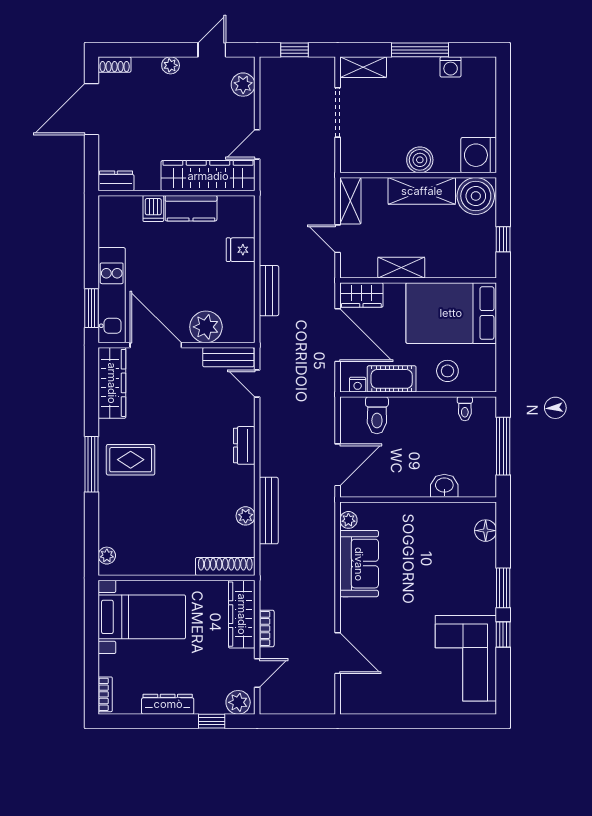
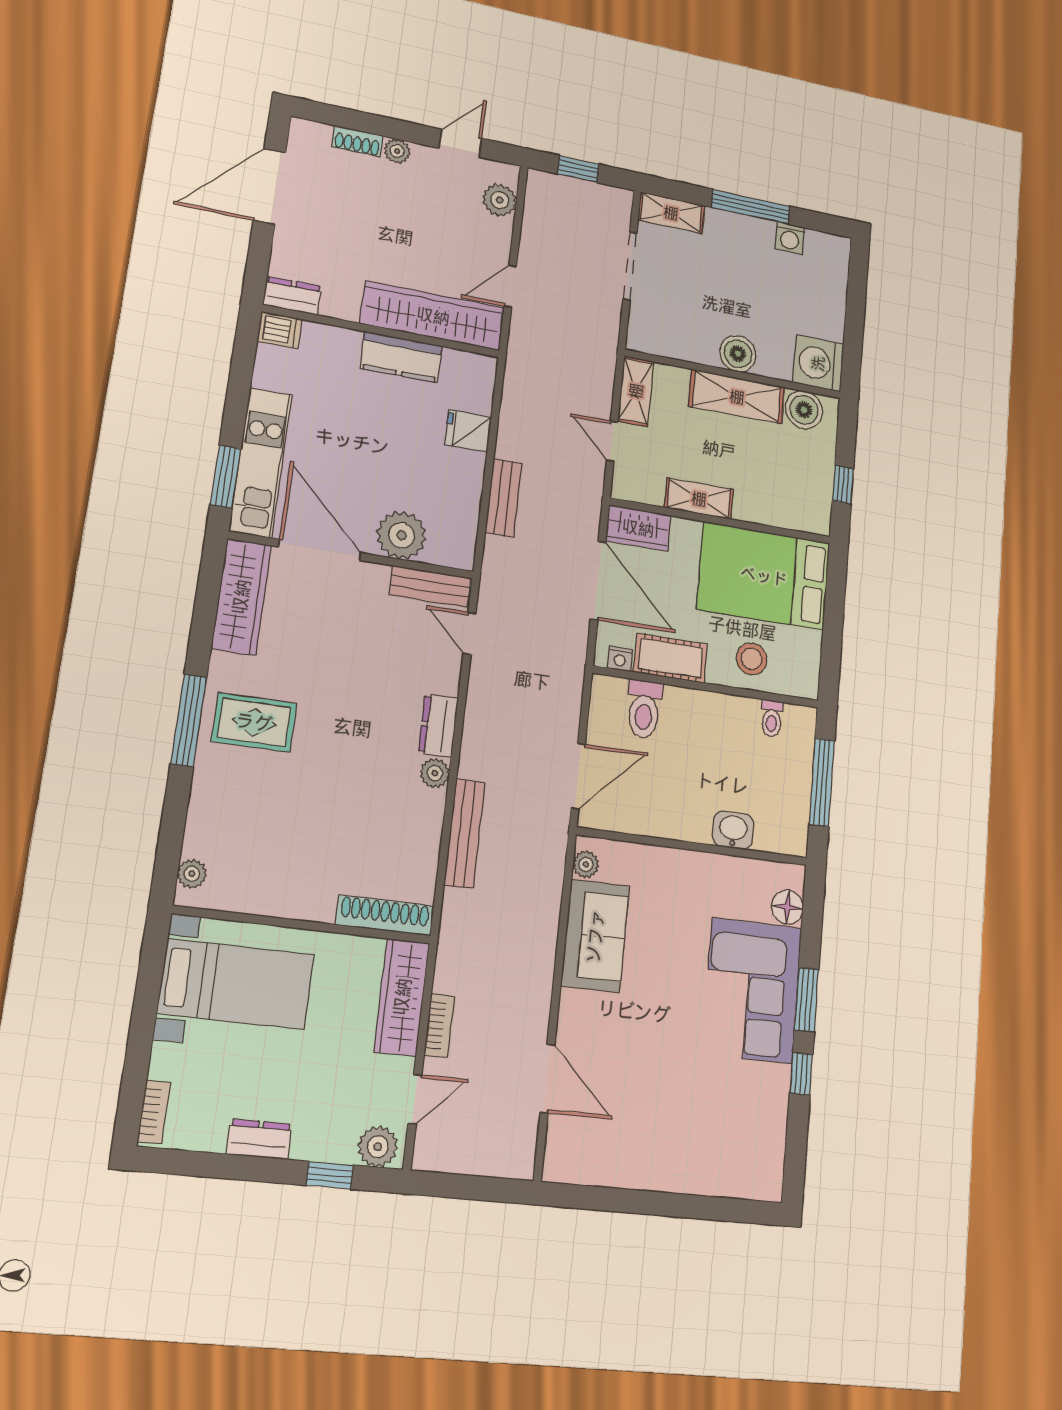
shoe rack: (115, 64) -> (357, 141), moved
boiler: (476, 196) -> (804, 410), width x0.73, depth x0.73
dishwasher: (153, 209) -> (280, 330), moved, turned -90
plant: (246, 516) -> (435, 773), moved
corner sofa: (466, 658) -> (752, 990), moved
dresser: (168, 704) -> (259, 1139), width x0.70

